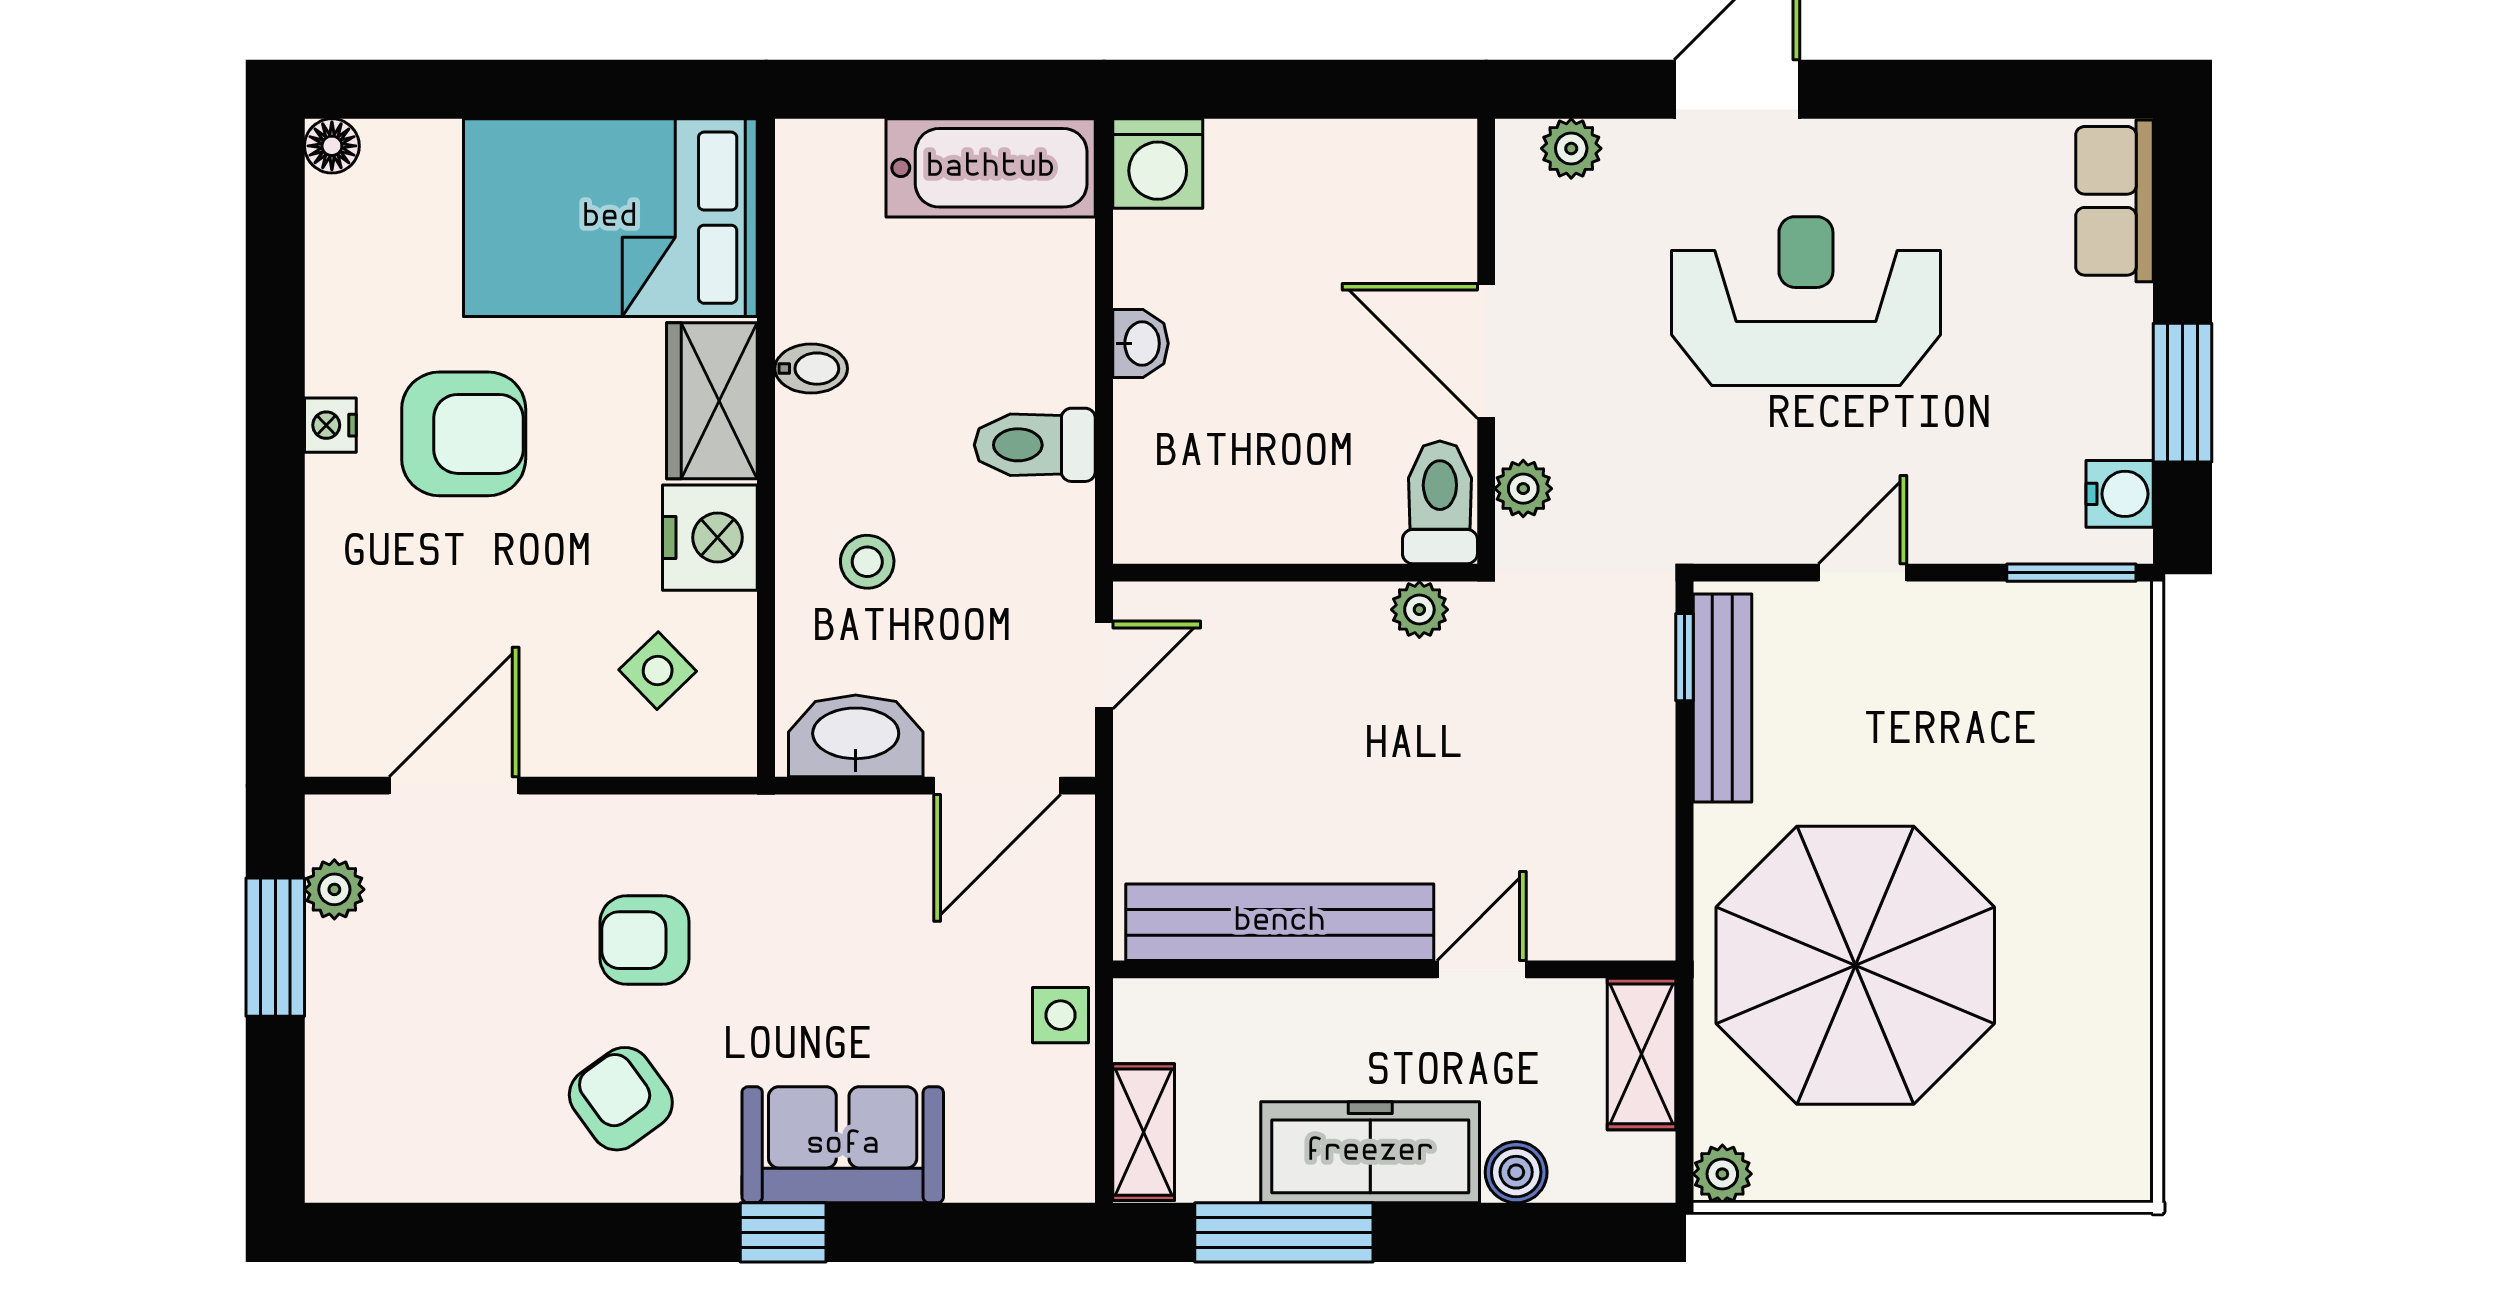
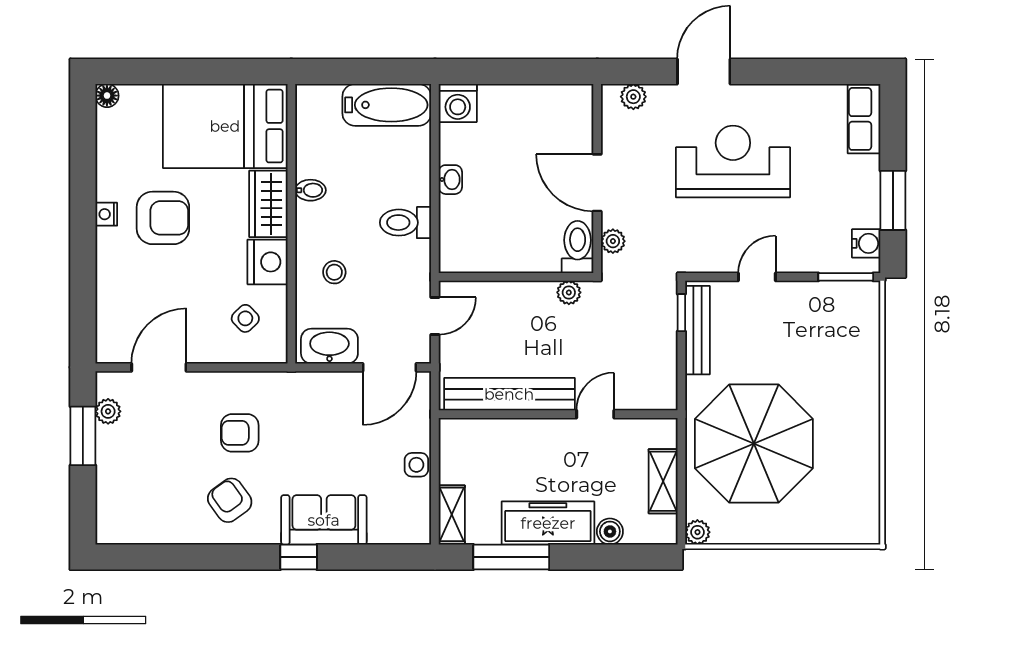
bench: (1280, 922) -> (509, 394), moved
wall: (1394, 969) -> (558, 414), moved
door: (1482, 969) -> (595, 414), moved

